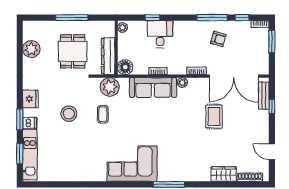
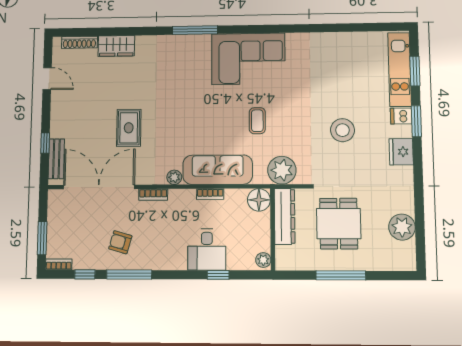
coffee table: (103, 114) -> (257, 121), moved

